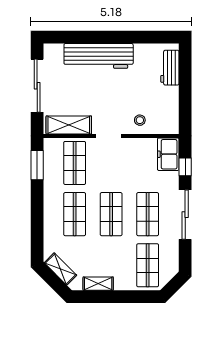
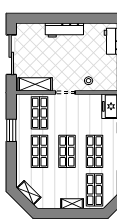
workbench: (99, 56) -> (64, 30), width x0.73, depth x0.76
window: (37, 165) -> (11, 130), moved
shelving: (98, 284) -> (72, 204), moved

